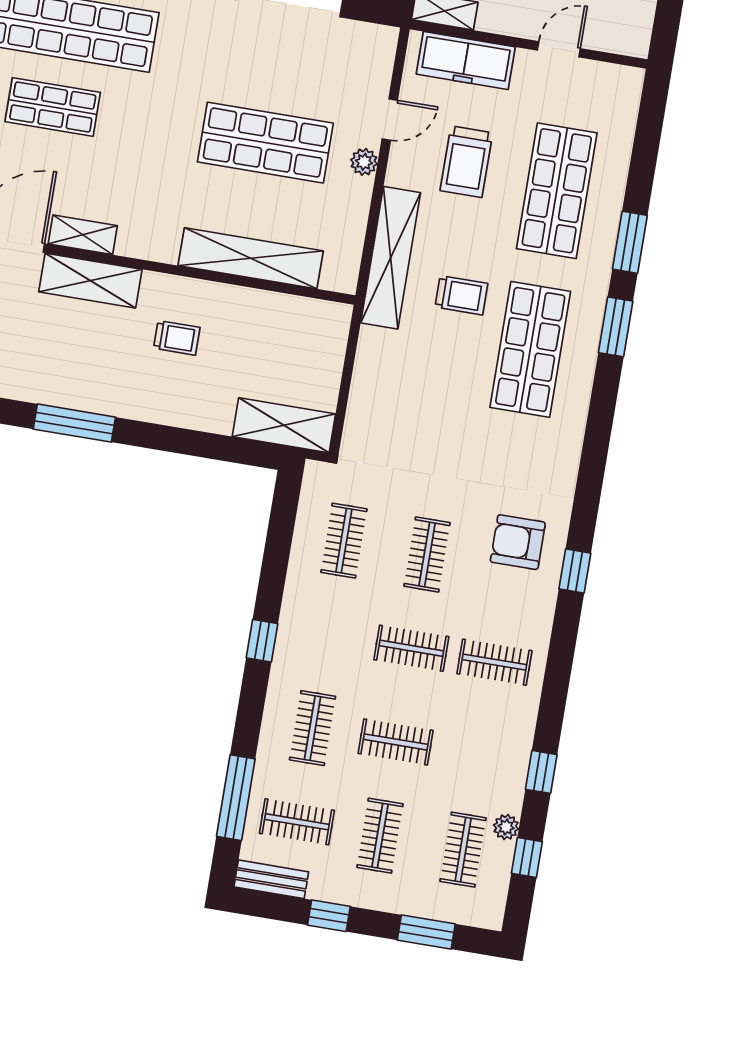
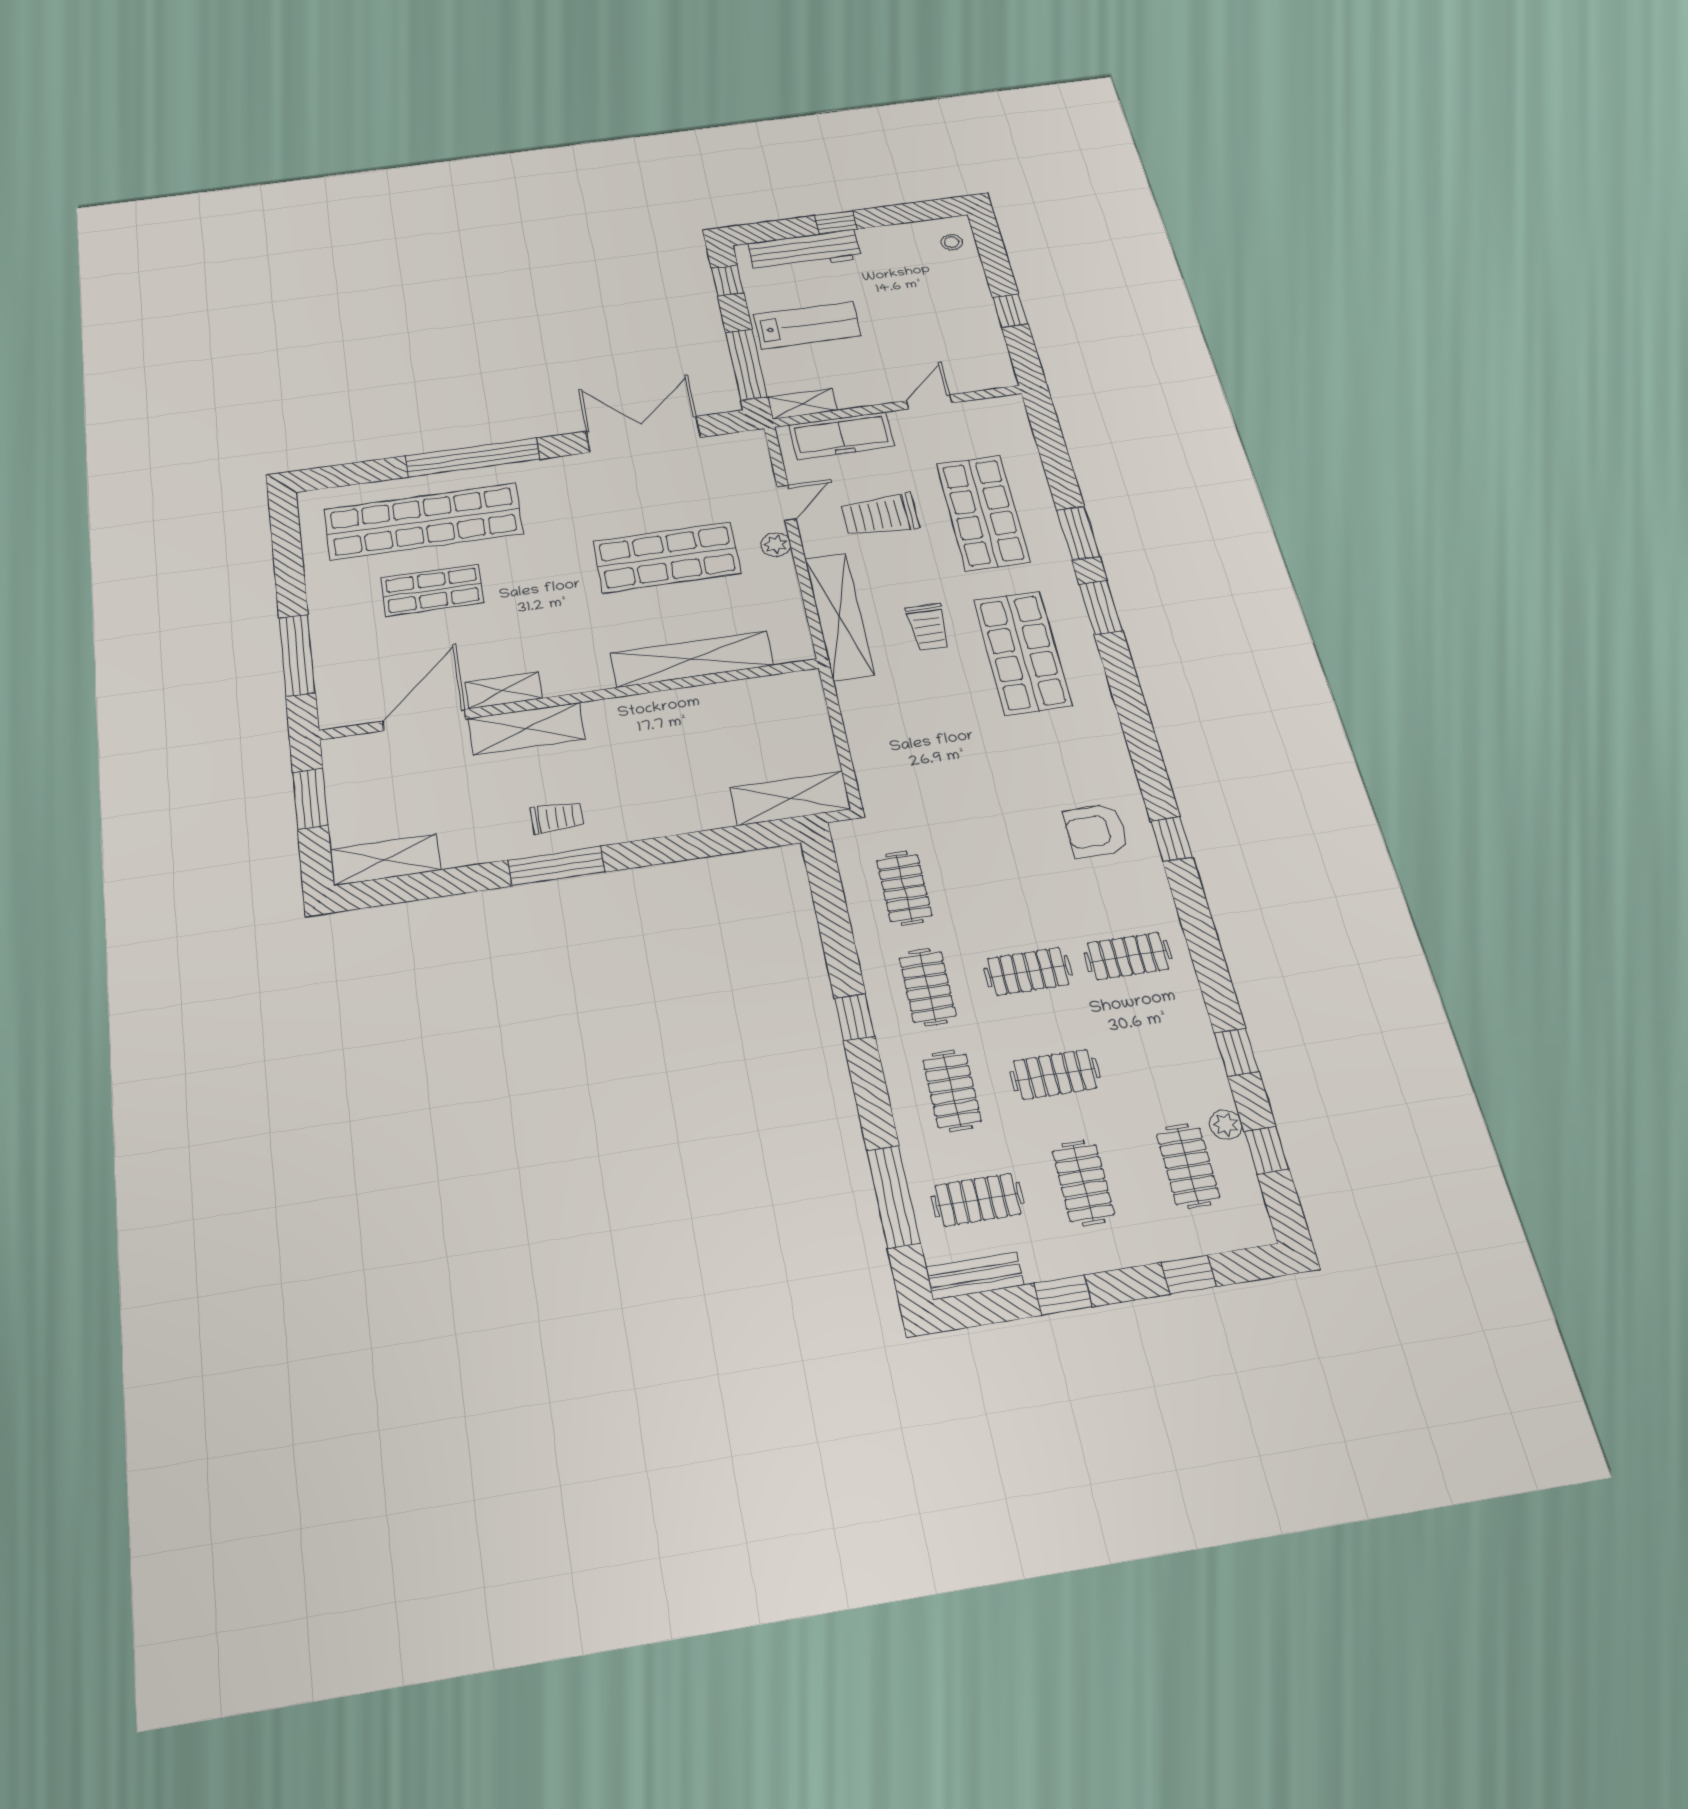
trolley: (466, 162) -> (880, 515), turned 90
trolley: (461, 295) -> (928, 627), turned 90
trolley: (177, 338) -> (557, 817), moved
clothes rail: (427, 554) -> (927, 987), moved
window: (426, 932) -> (1189, 1274), width x0.67

